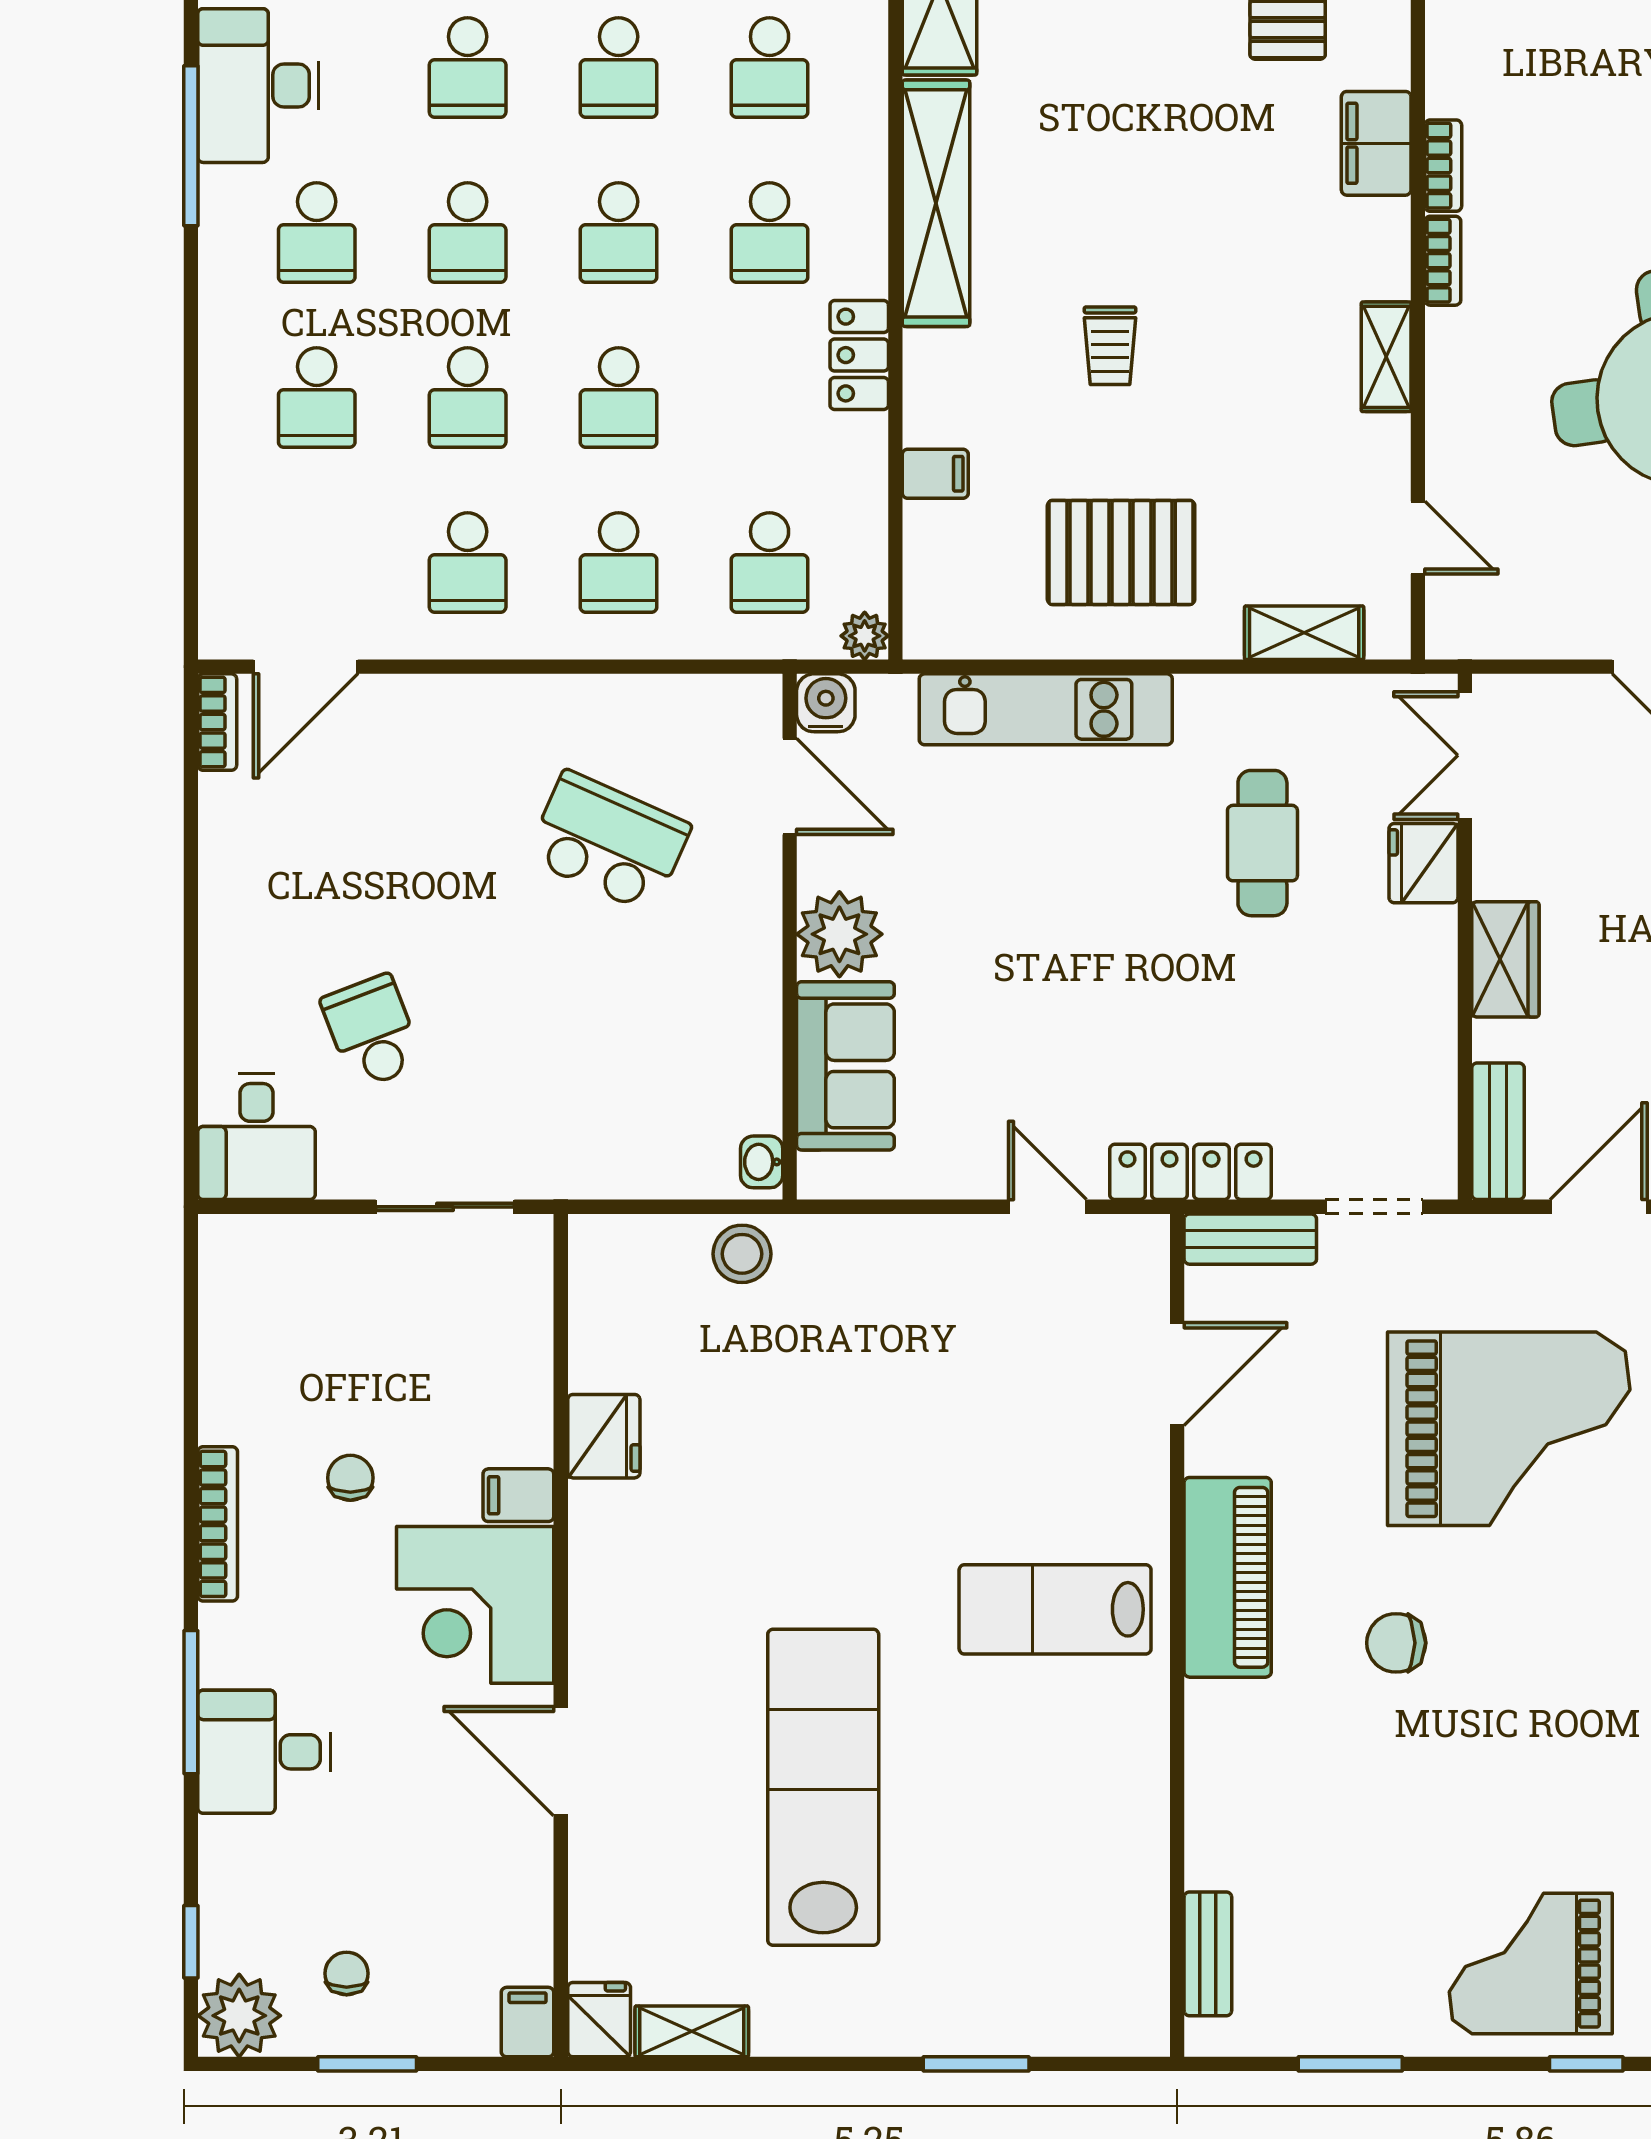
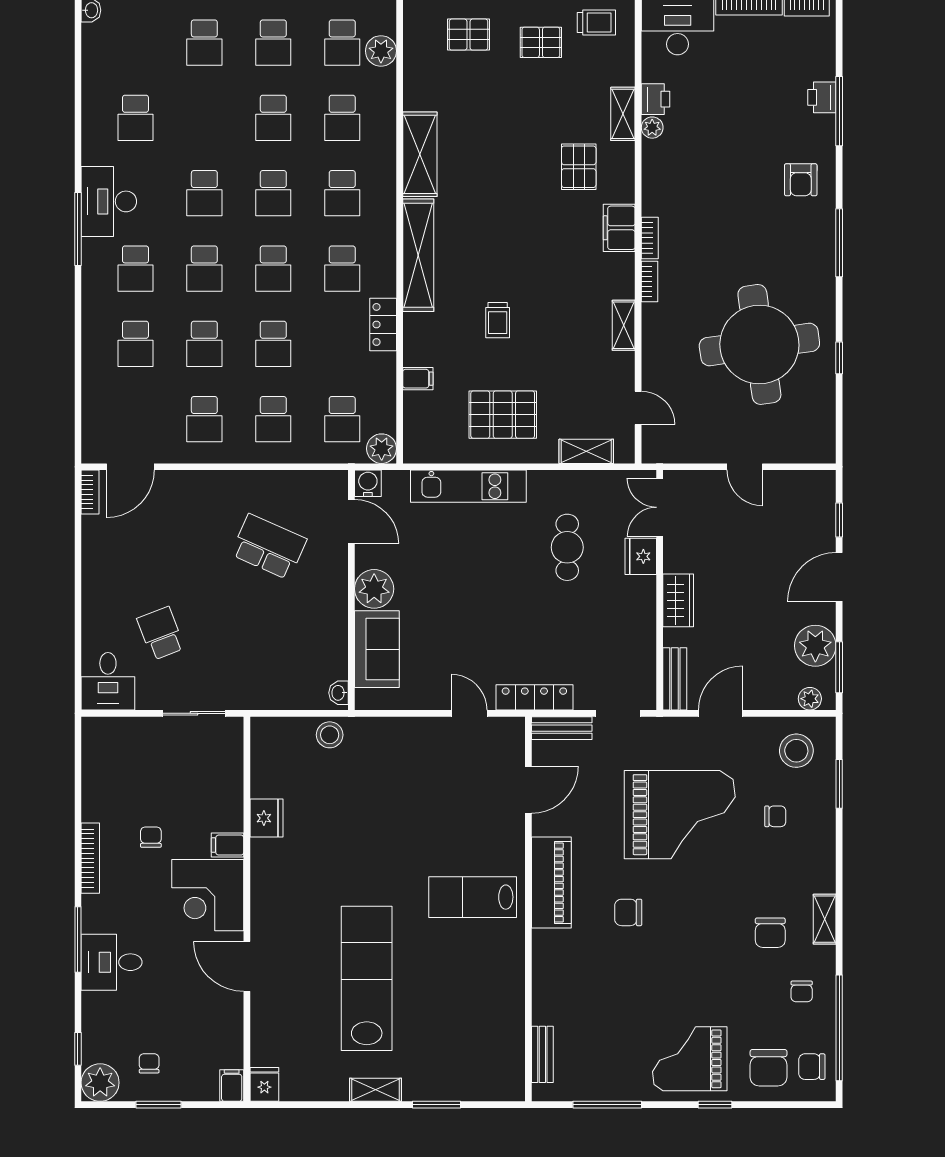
plant: (865, 636) -> (382, 449), width x1.38, depth x1.38
shelving: (692, 2031) -> (376, 1090), moved
window: (1350, 2064) -> (607, 1105), width x1.44

